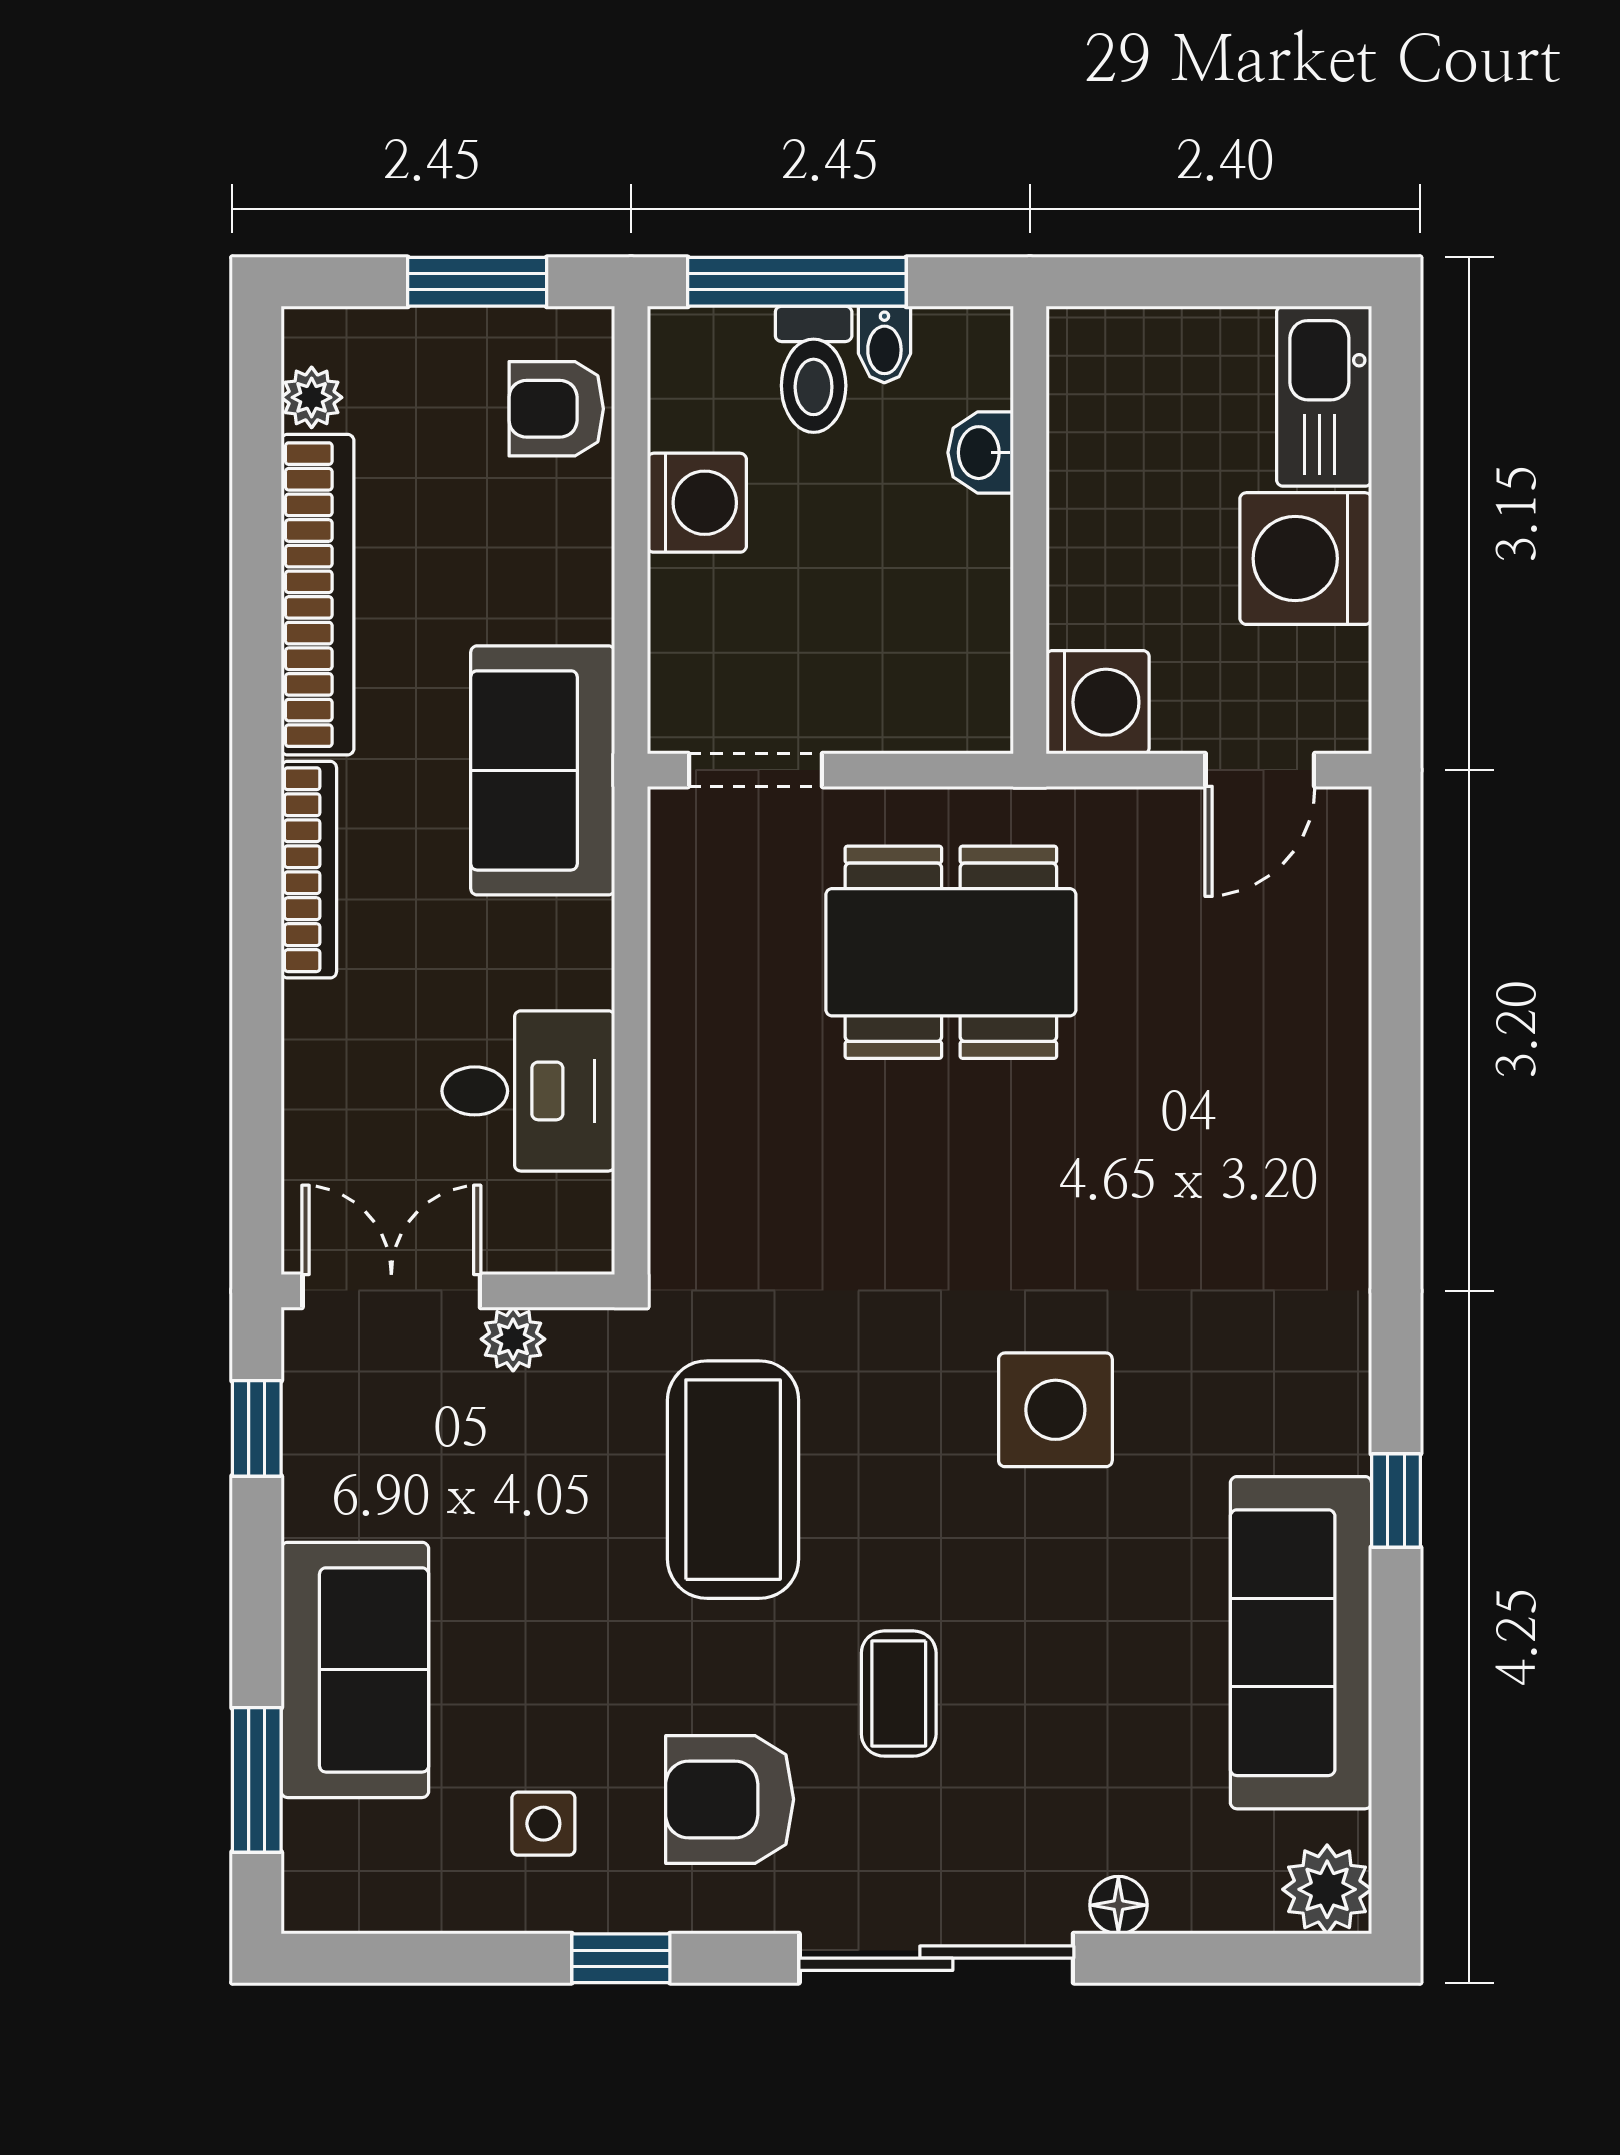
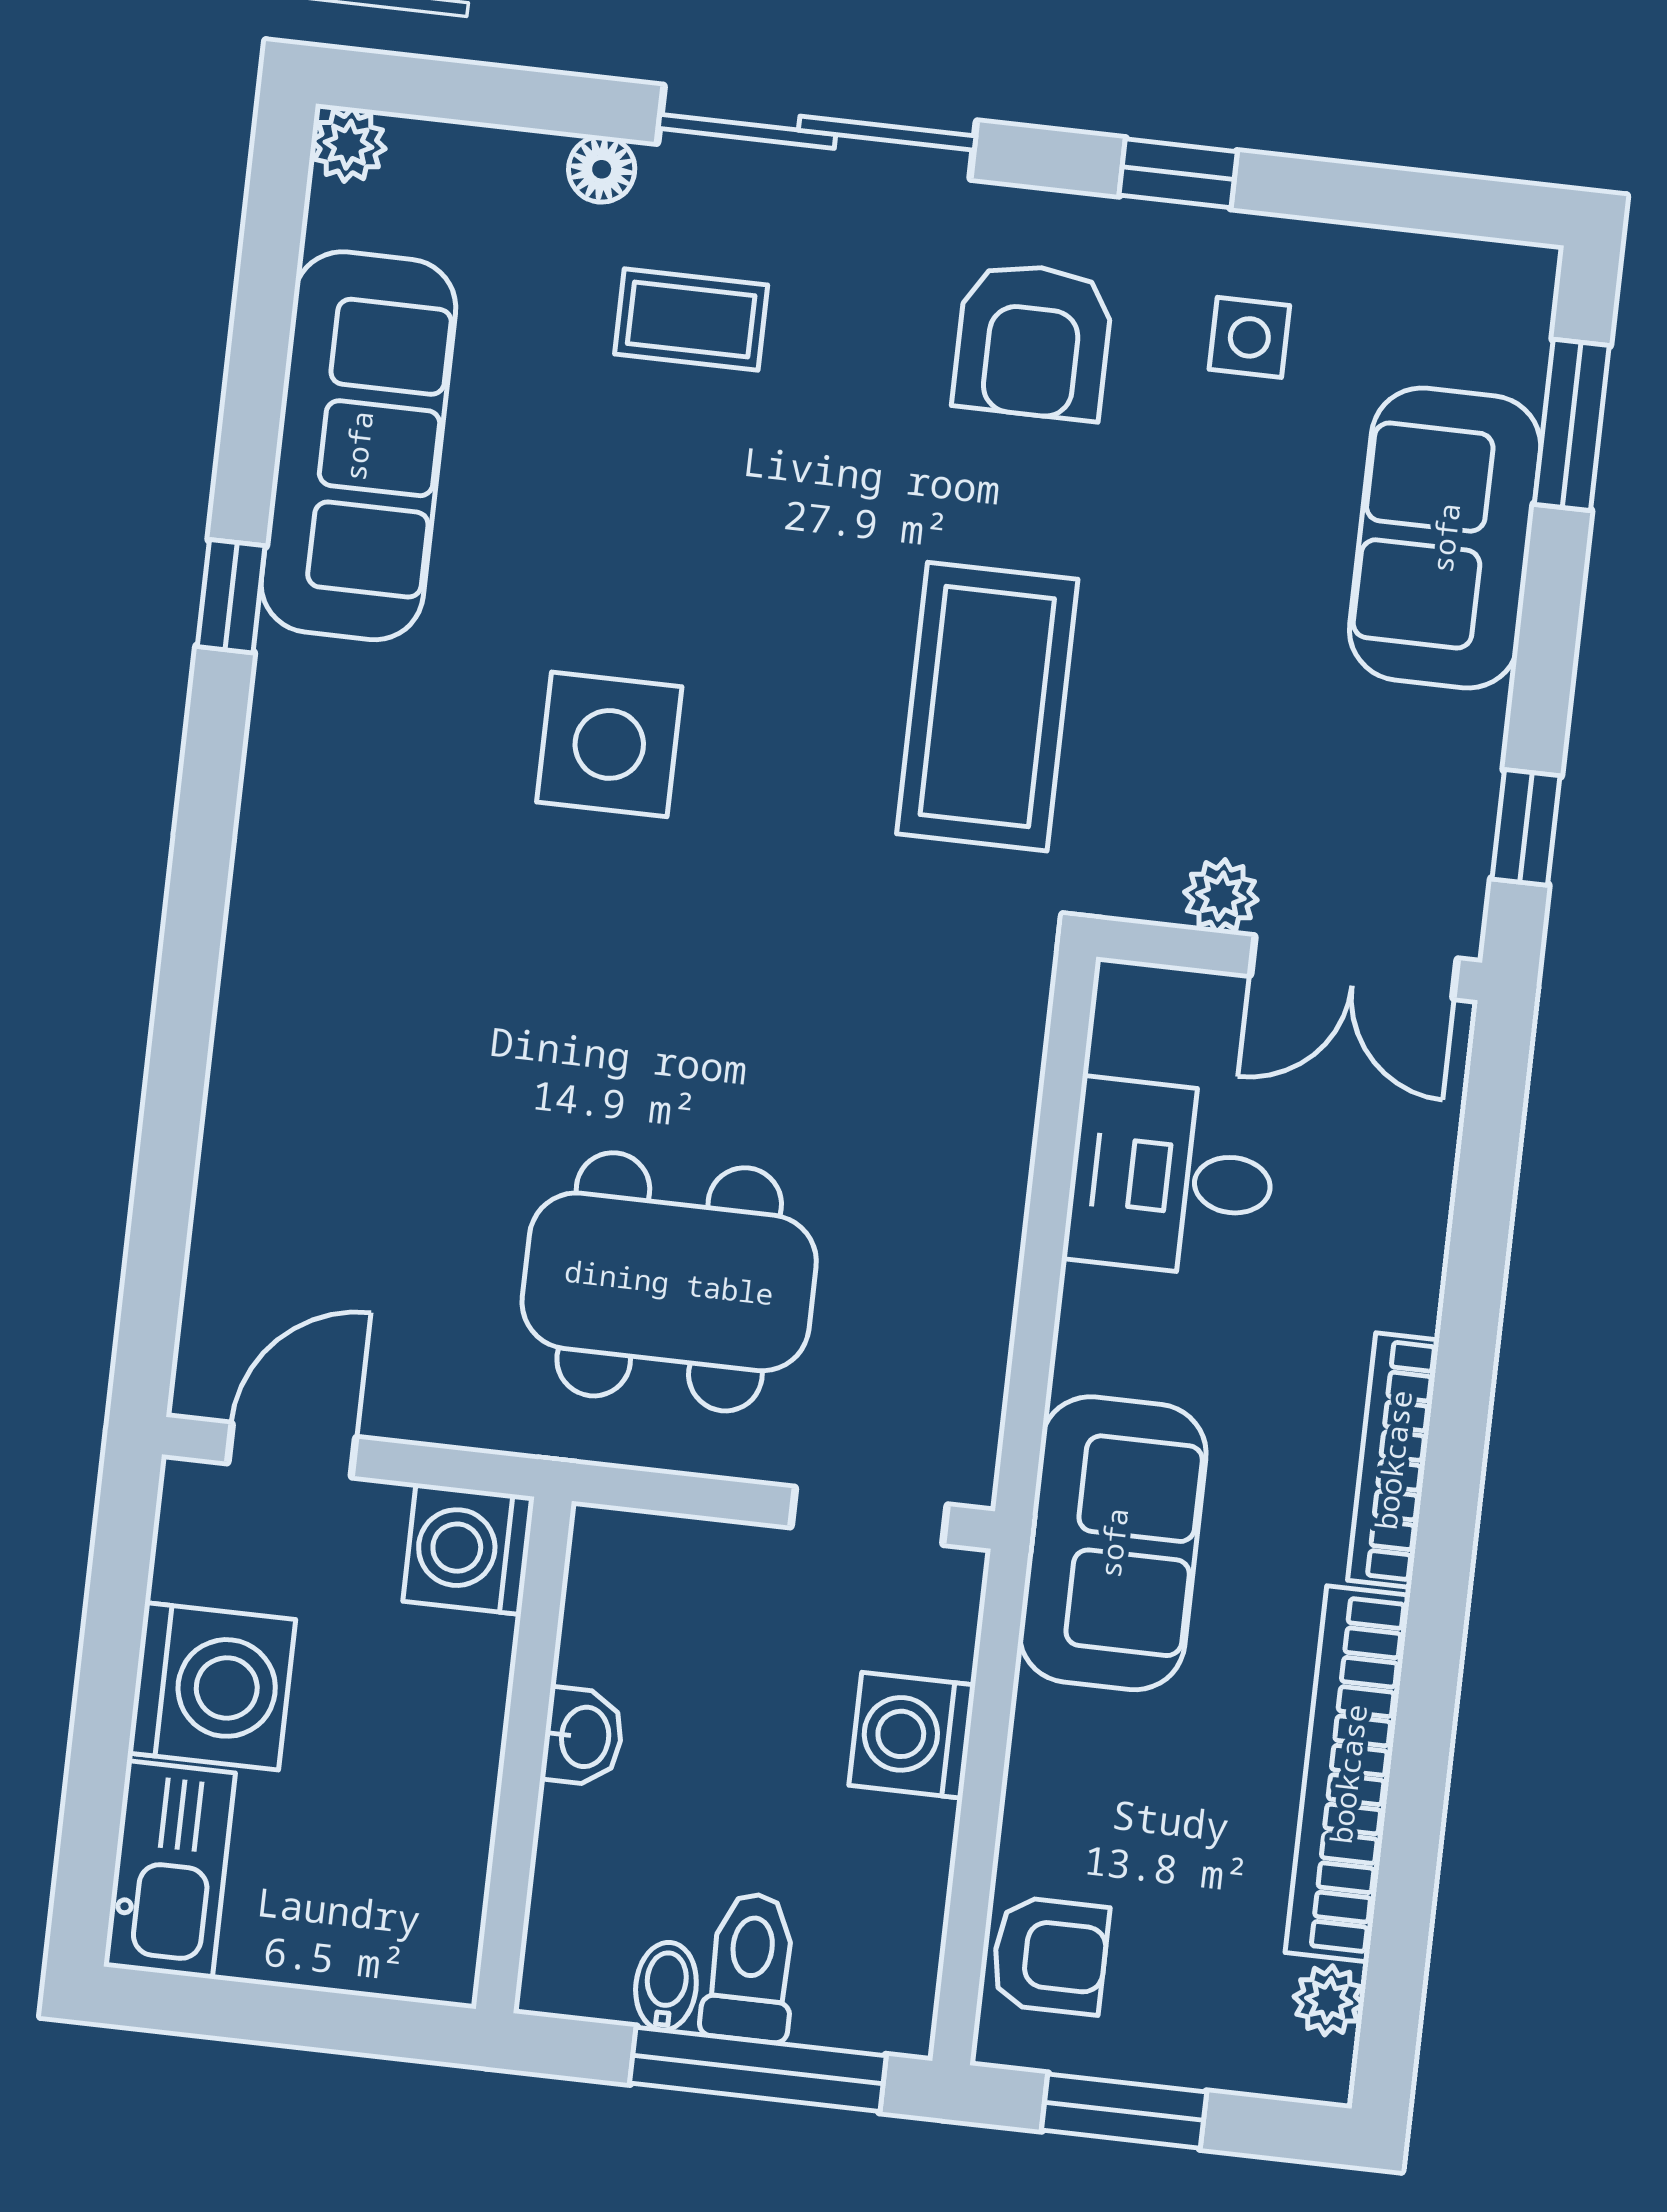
washbasin: (981, 453) -> (583, 1737), moved
washing machine: (697, 503) -> (912, 1735), moved
coffee table: (899, 1694) -> (691, 320), moved, turned 90
armchair: (730, 1799) -> (1033, 341), turned 90
plant: (1327, 1889) -> (348, 145), width x0.73, depth x0.73

